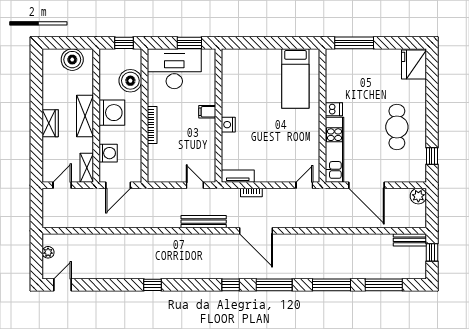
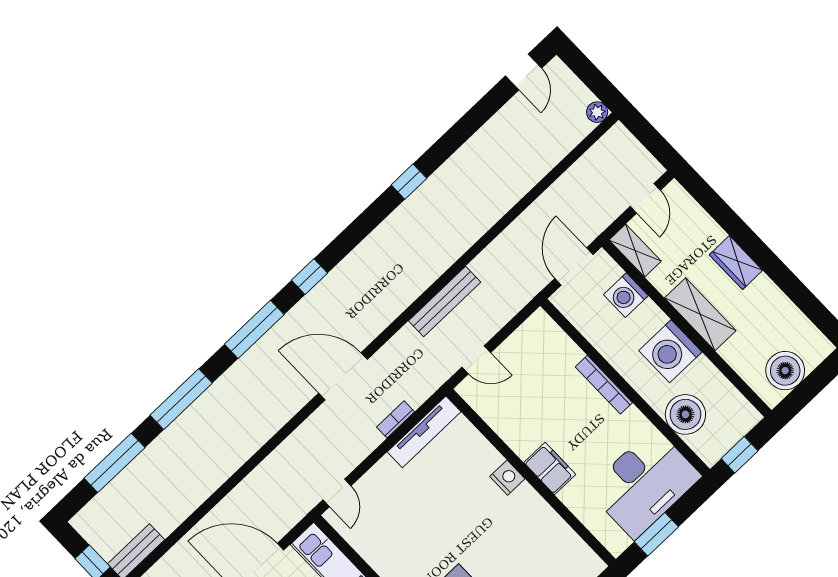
filing cabinet: (207, 112) -> (550, 468), width x2.00
tv unit: (238, 176) -> (424, 432), width x1.41
bench: (204, 222) -> (445, 301), moved
plant: (48, 252) -> (597, 112), moved

